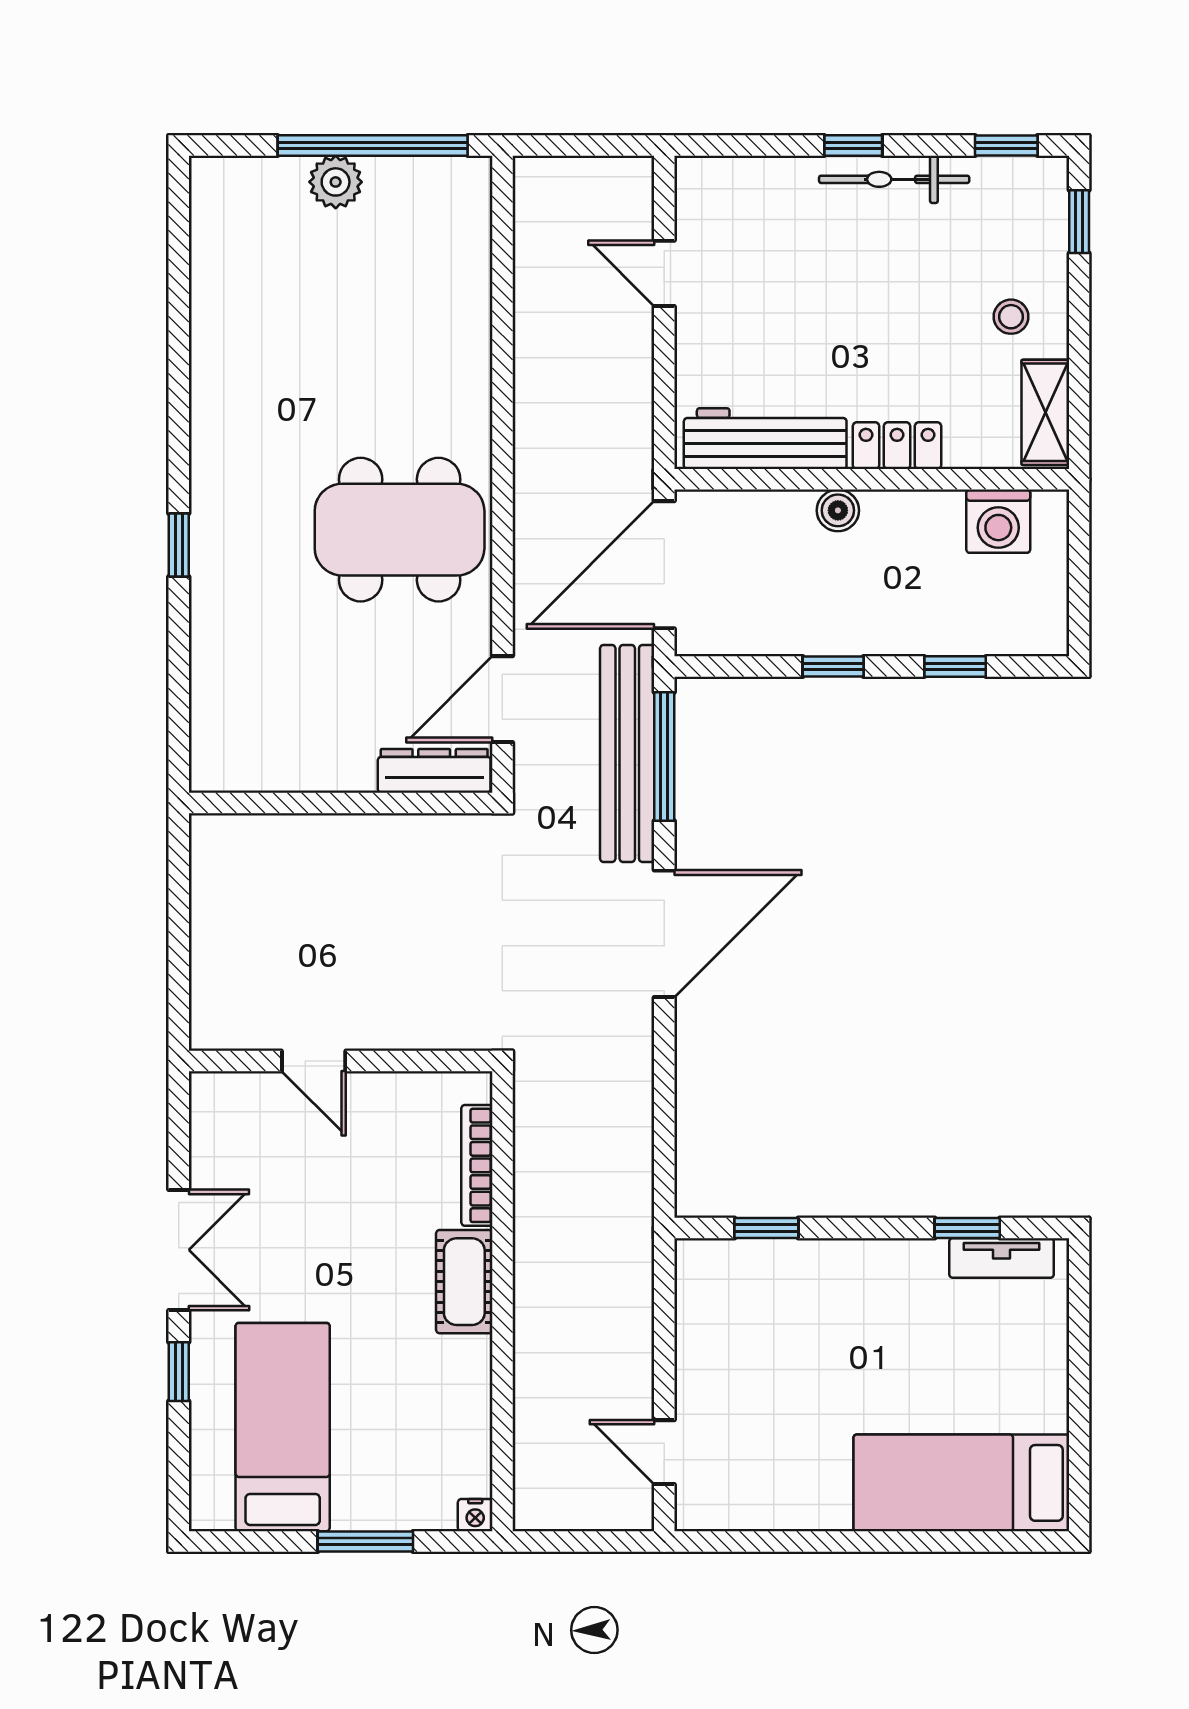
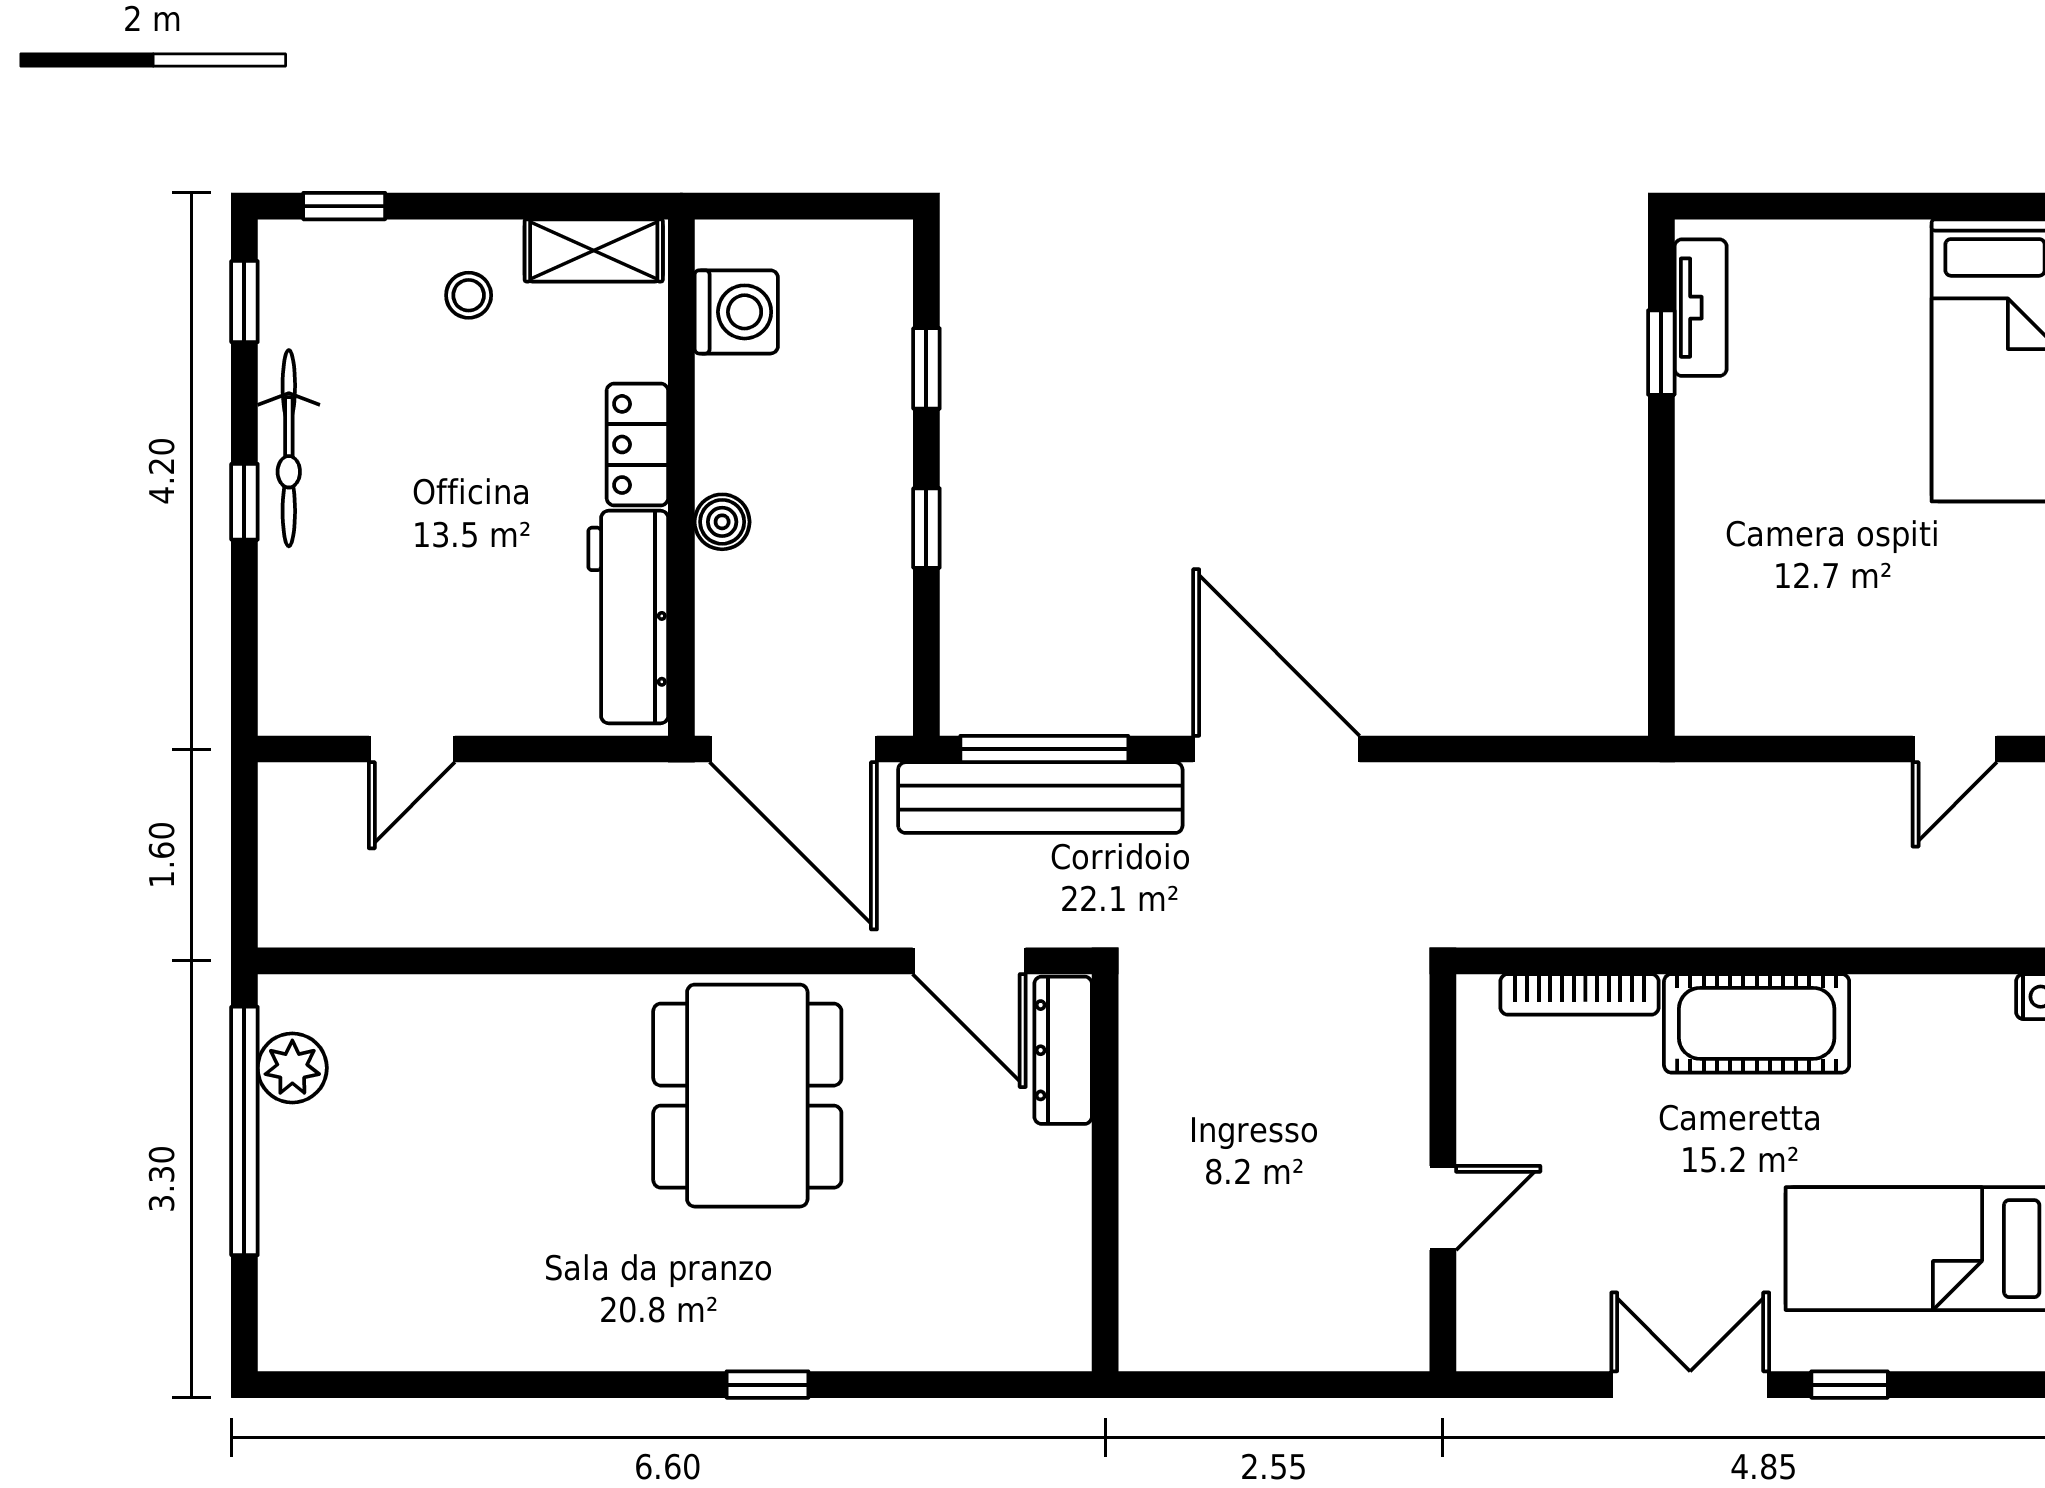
plant: (336, 182) -> (292, 1068), moved
window: (766, 1228) -> (1661, 615), removed
cot: (464, 1282) -> (1757, 1023), width x1.37, depth x1.34

